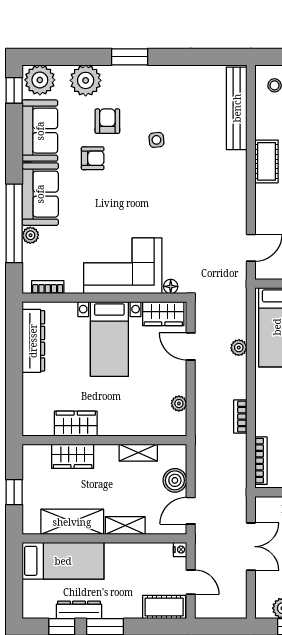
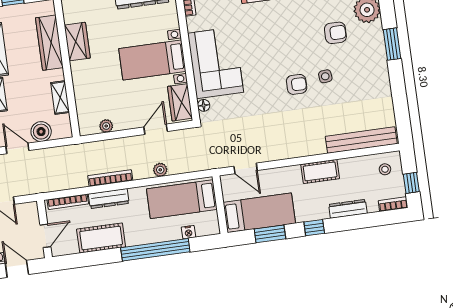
armchair: (93, 158) -> (297, 84), moved, turned -90
dresser: (264, 412) -> (109, 199), added
bookcase: (240, 417) -> (110, 178), width x1.56
wardrobe: (73, 456) -> (49, 43), width x1.50

